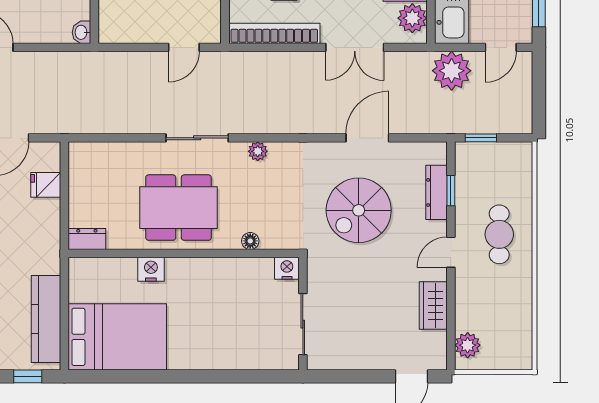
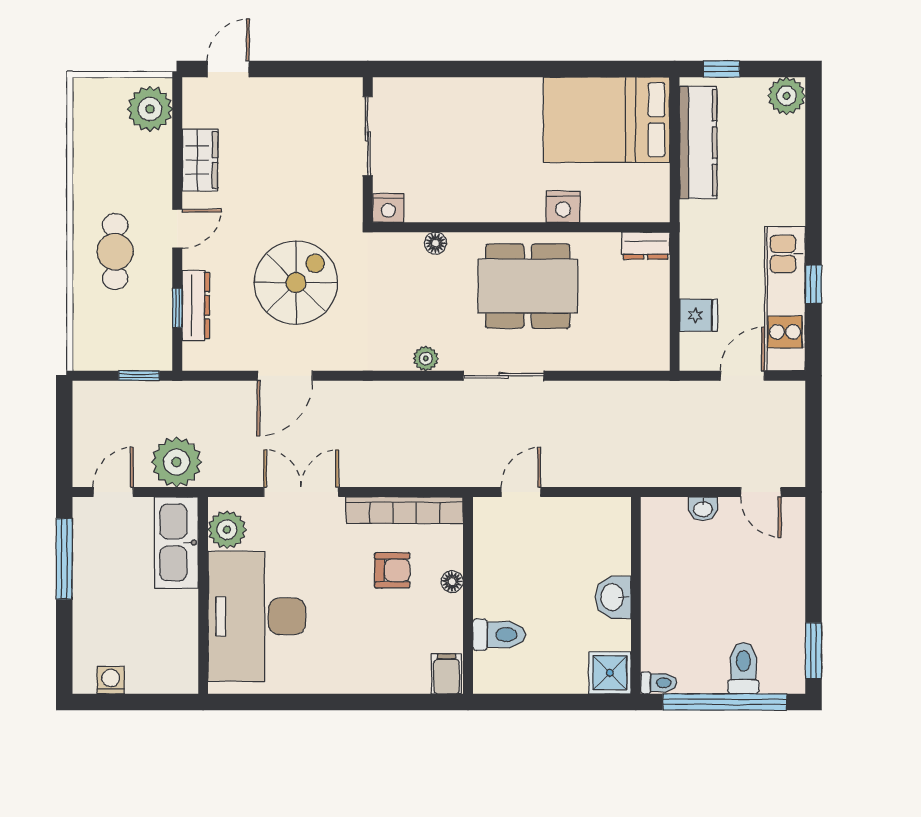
washbasin: (81, 32) -> (703, 509), moved, turned 90
plant: (468, 345) -> (150, 109), width x1.36, depth x1.36

